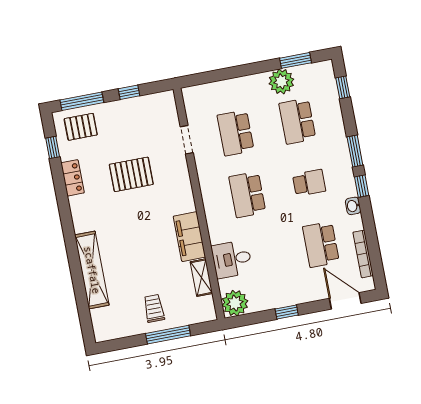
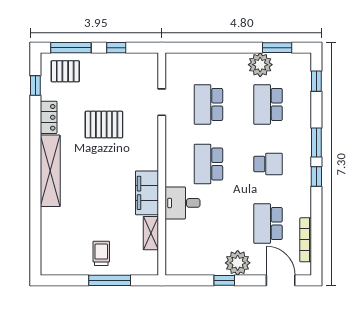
washbasin: (353, 206) -> (305, 193), removed
desk: (232, 259) -> (183, 203), moved
shelving: (92, 270) -> (50, 171), moved
plant: (235, 303) -> (238, 263), moved

